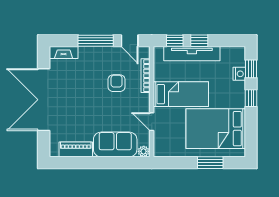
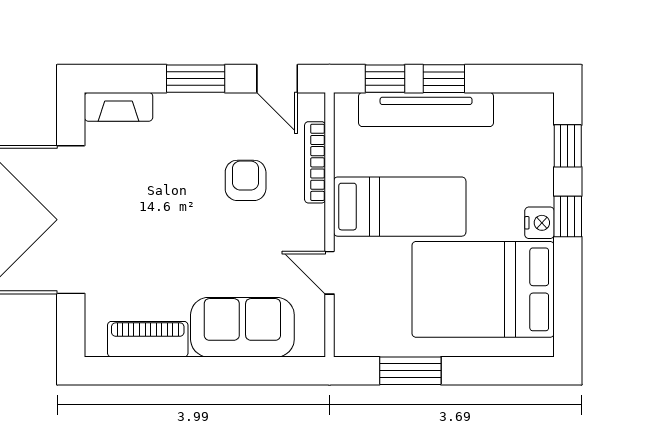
window: (96, 41) -> (196, 79), width x0.69
nightstand: (239, 74) -> (540, 223), moved
plant: (144, 151) -> (310, 344), removed
window: (210, 163) -> (410, 371), moved

